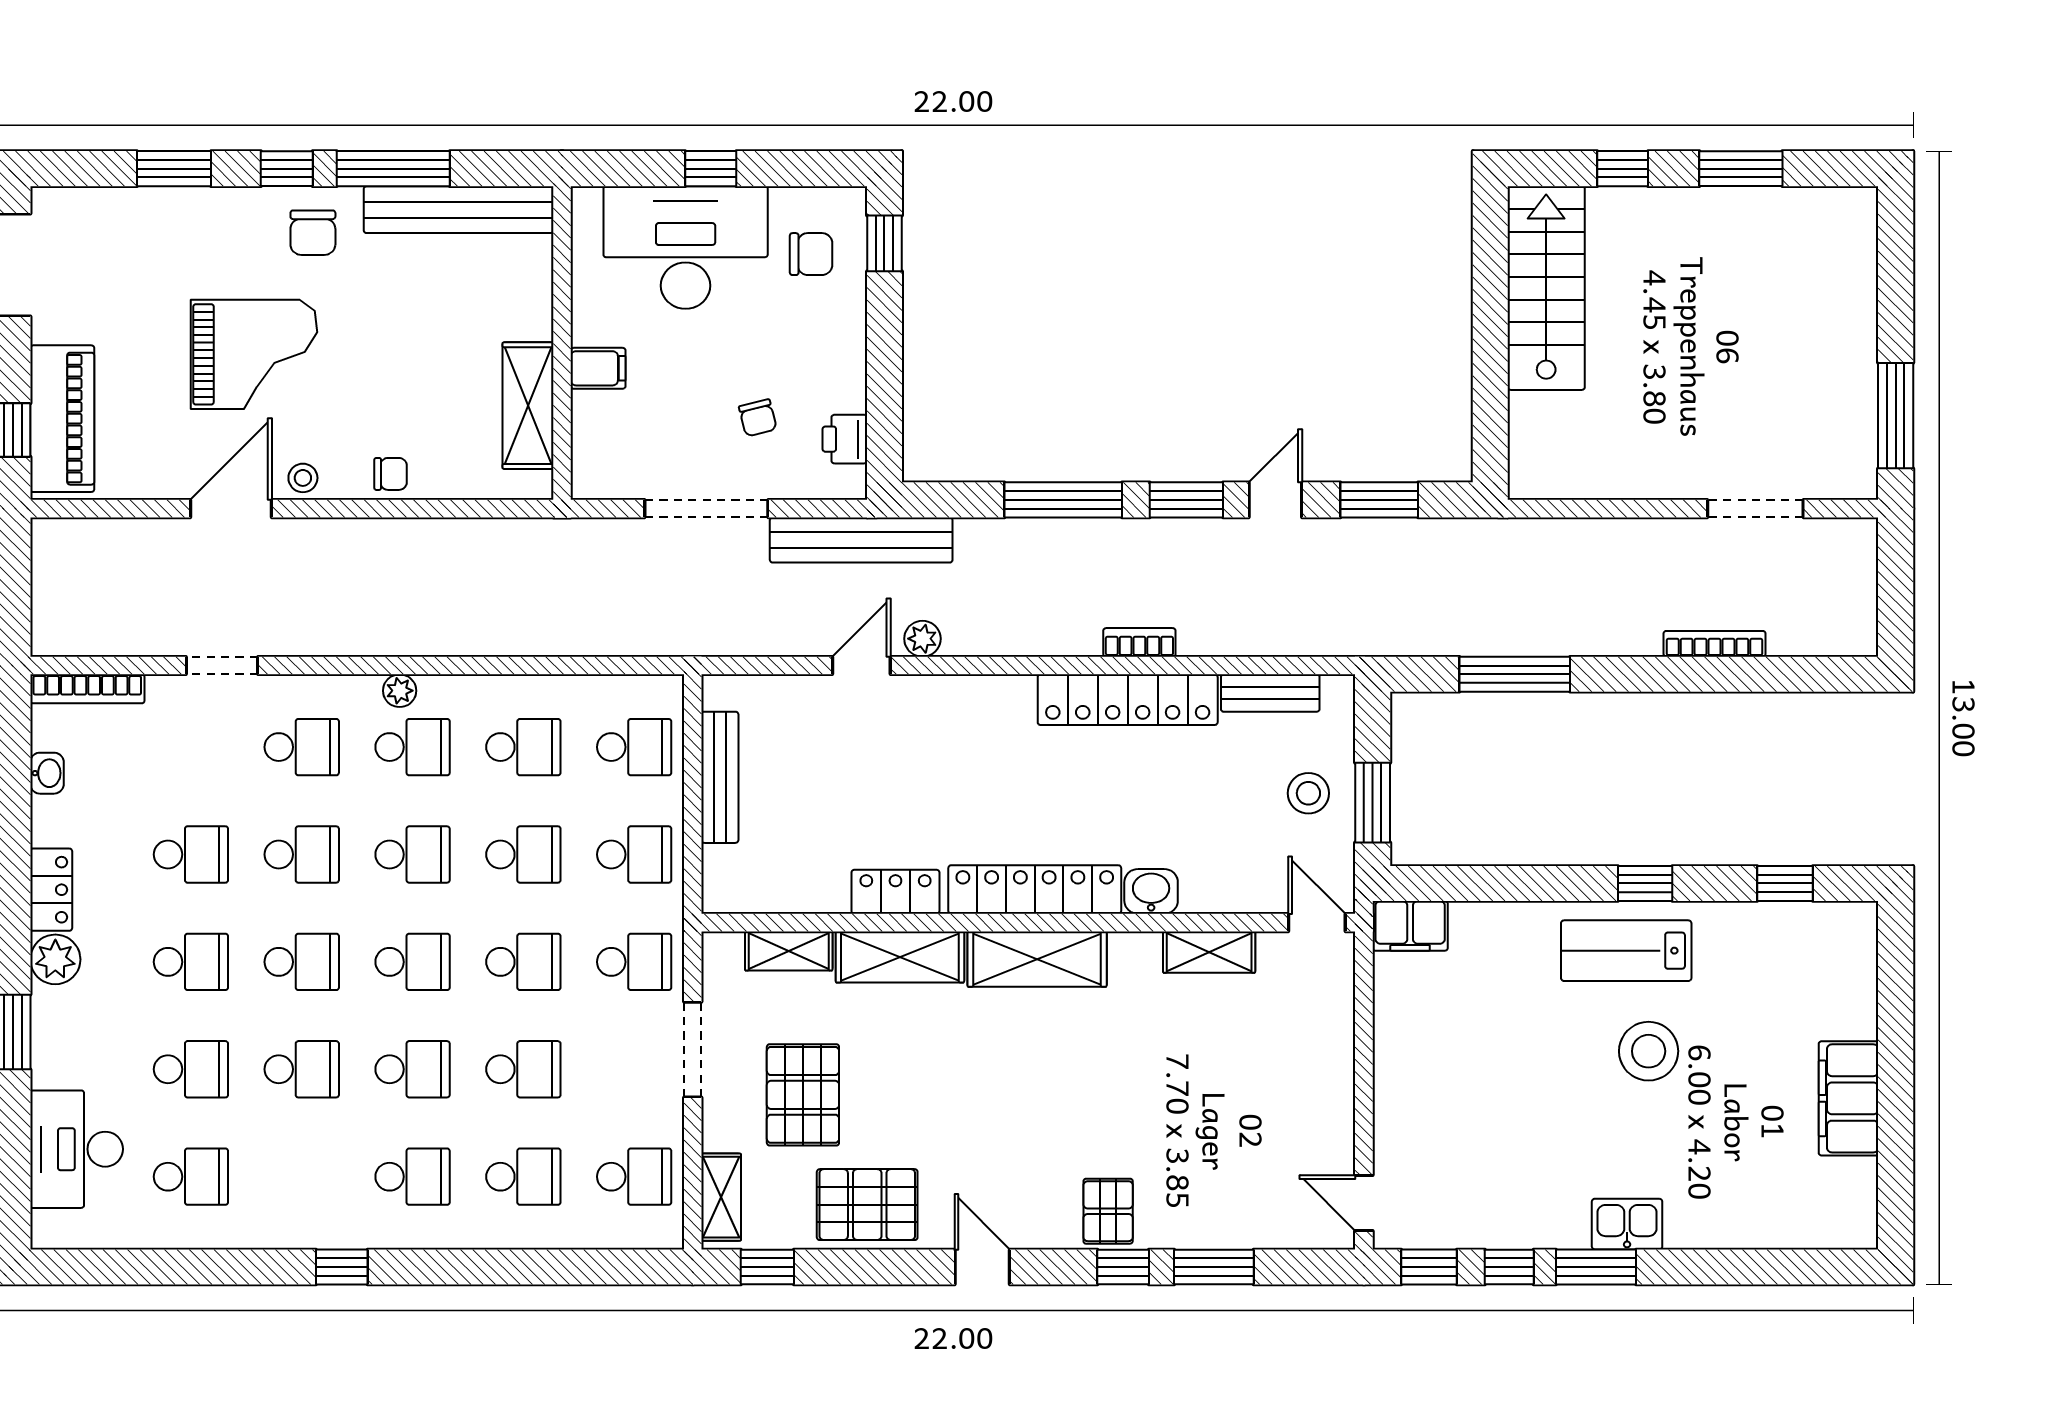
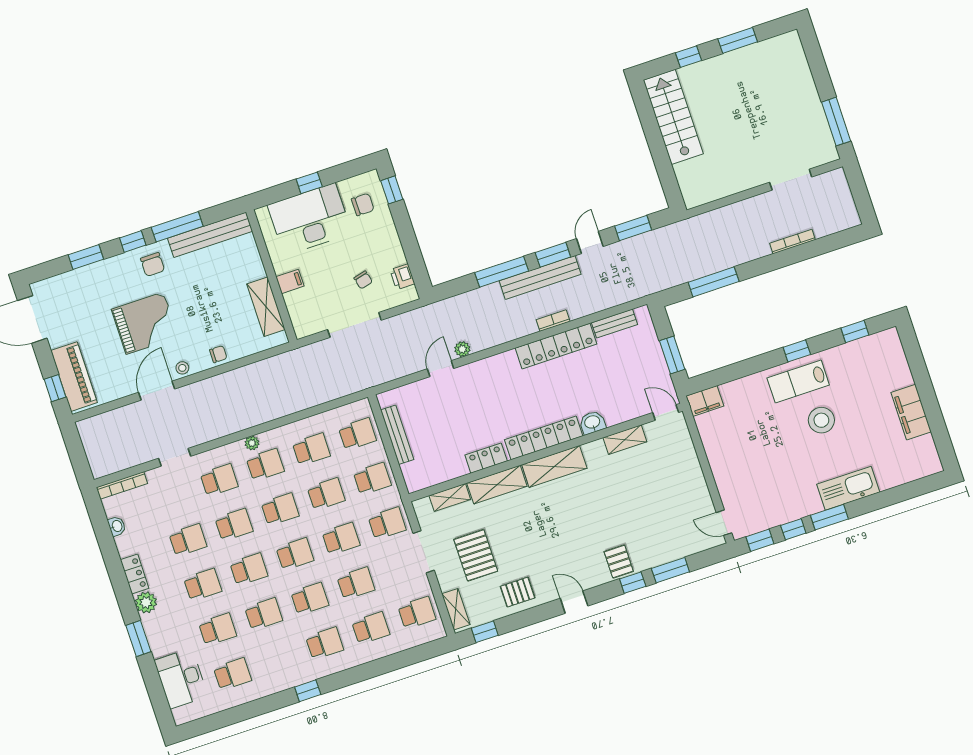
bench: (861, 540) -> (540, 278), moved
stool: (1308, 793) -> (644, 360), removed
pallet: (867, 1205) -> (518, 592), width x0.67, depth x0.71
kitchen sink: (1627, 1224) -> (848, 488), width x1.88, depth x1.24

